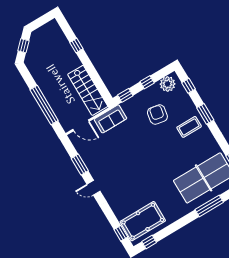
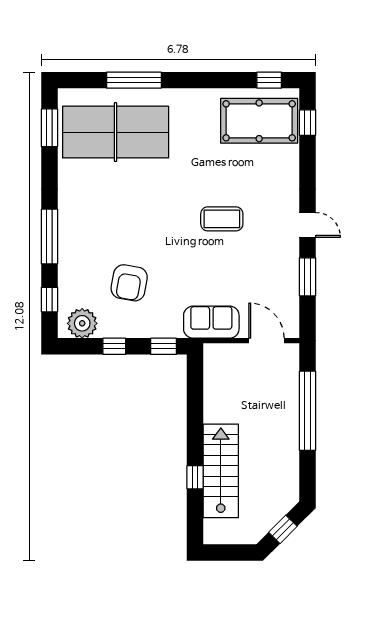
stairs: (88, 90) -> (221, 471), moved
window: (205, 114) -> (49, 237), width x1.44
coffee table: (189, 127) -> (222, 219), moved

